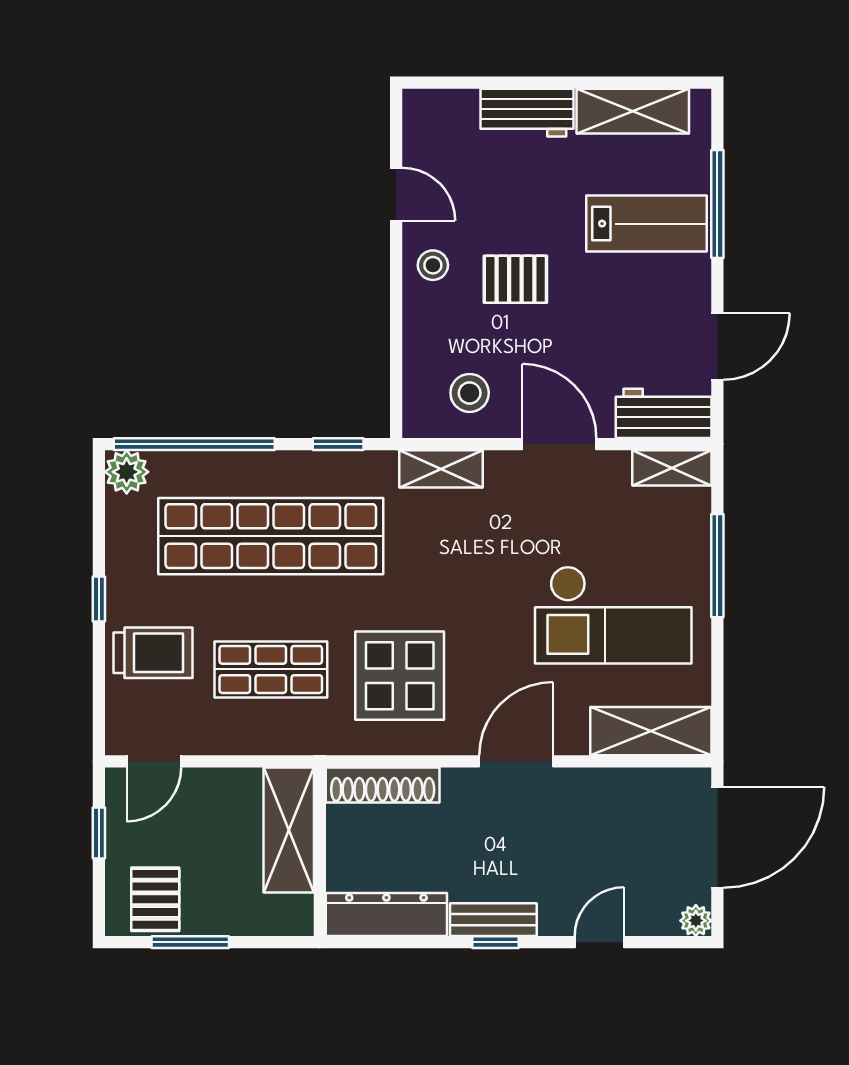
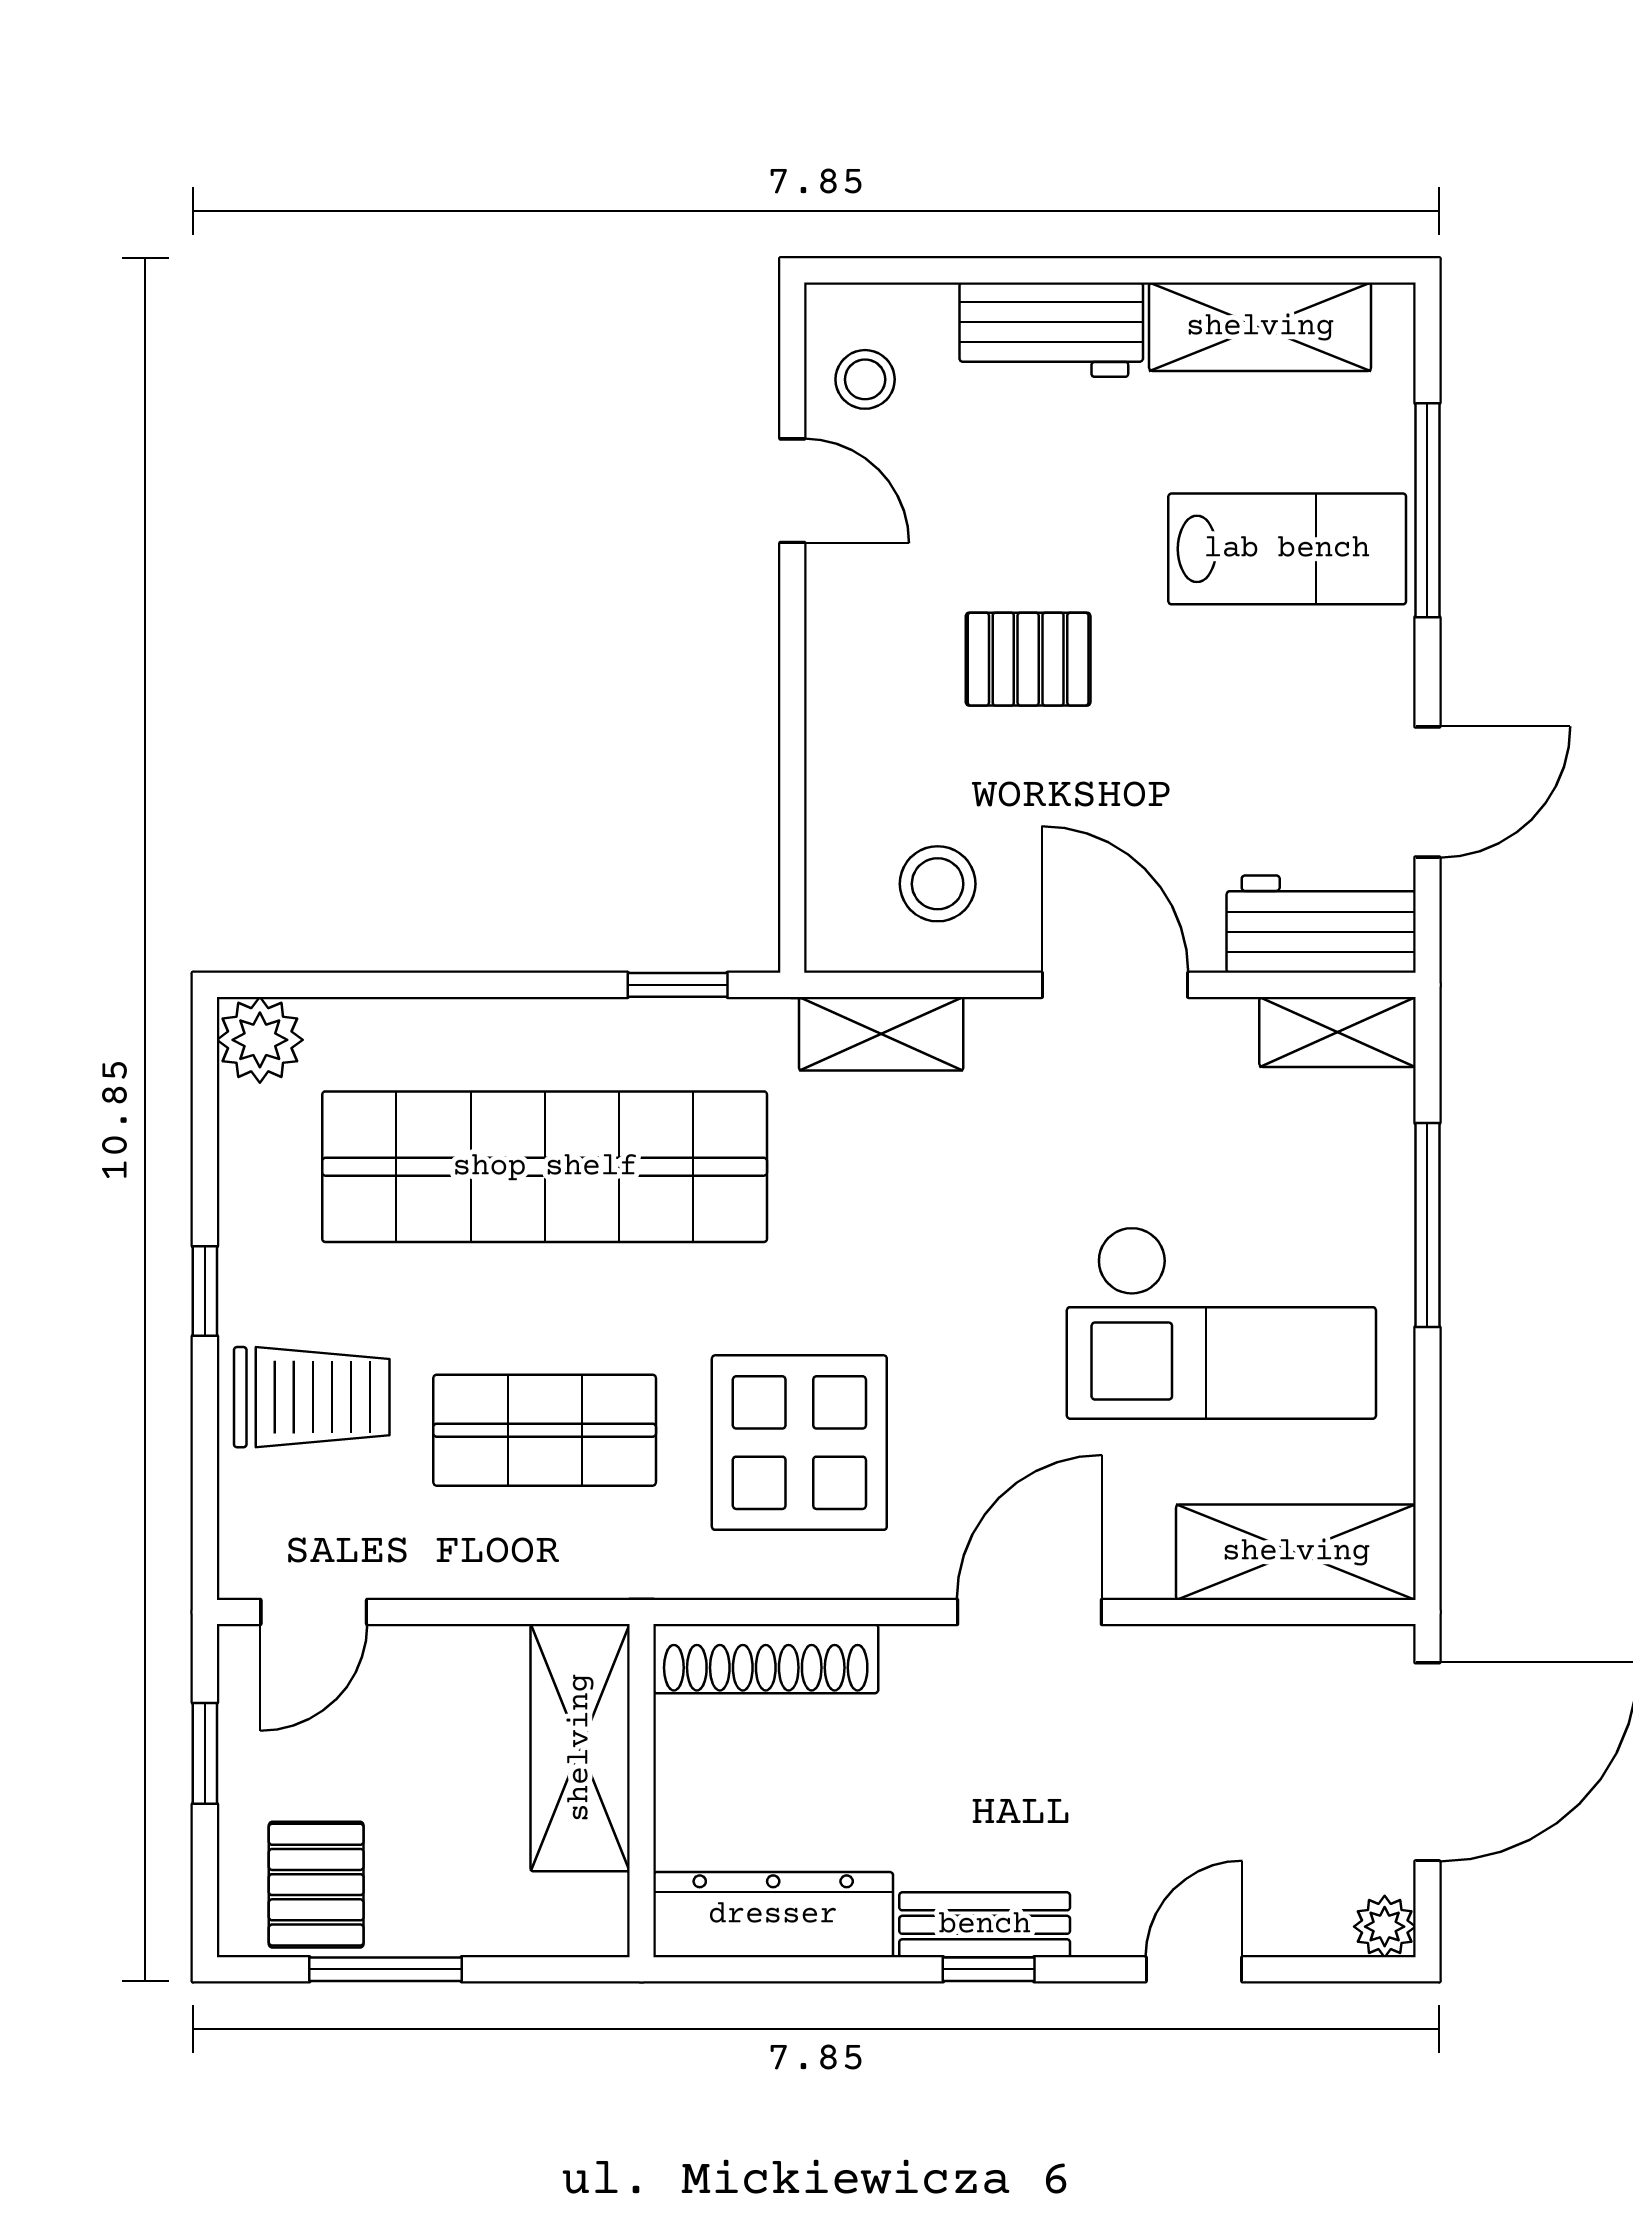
stool: (433, 265) -> (865, 379), moved
window: (194, 444) -> (393, 985), removed

